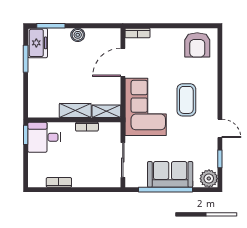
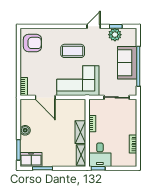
shelving: (106, 111) -> (81, 155), moved
plant: (209, 179) -> (115, 35), moved

